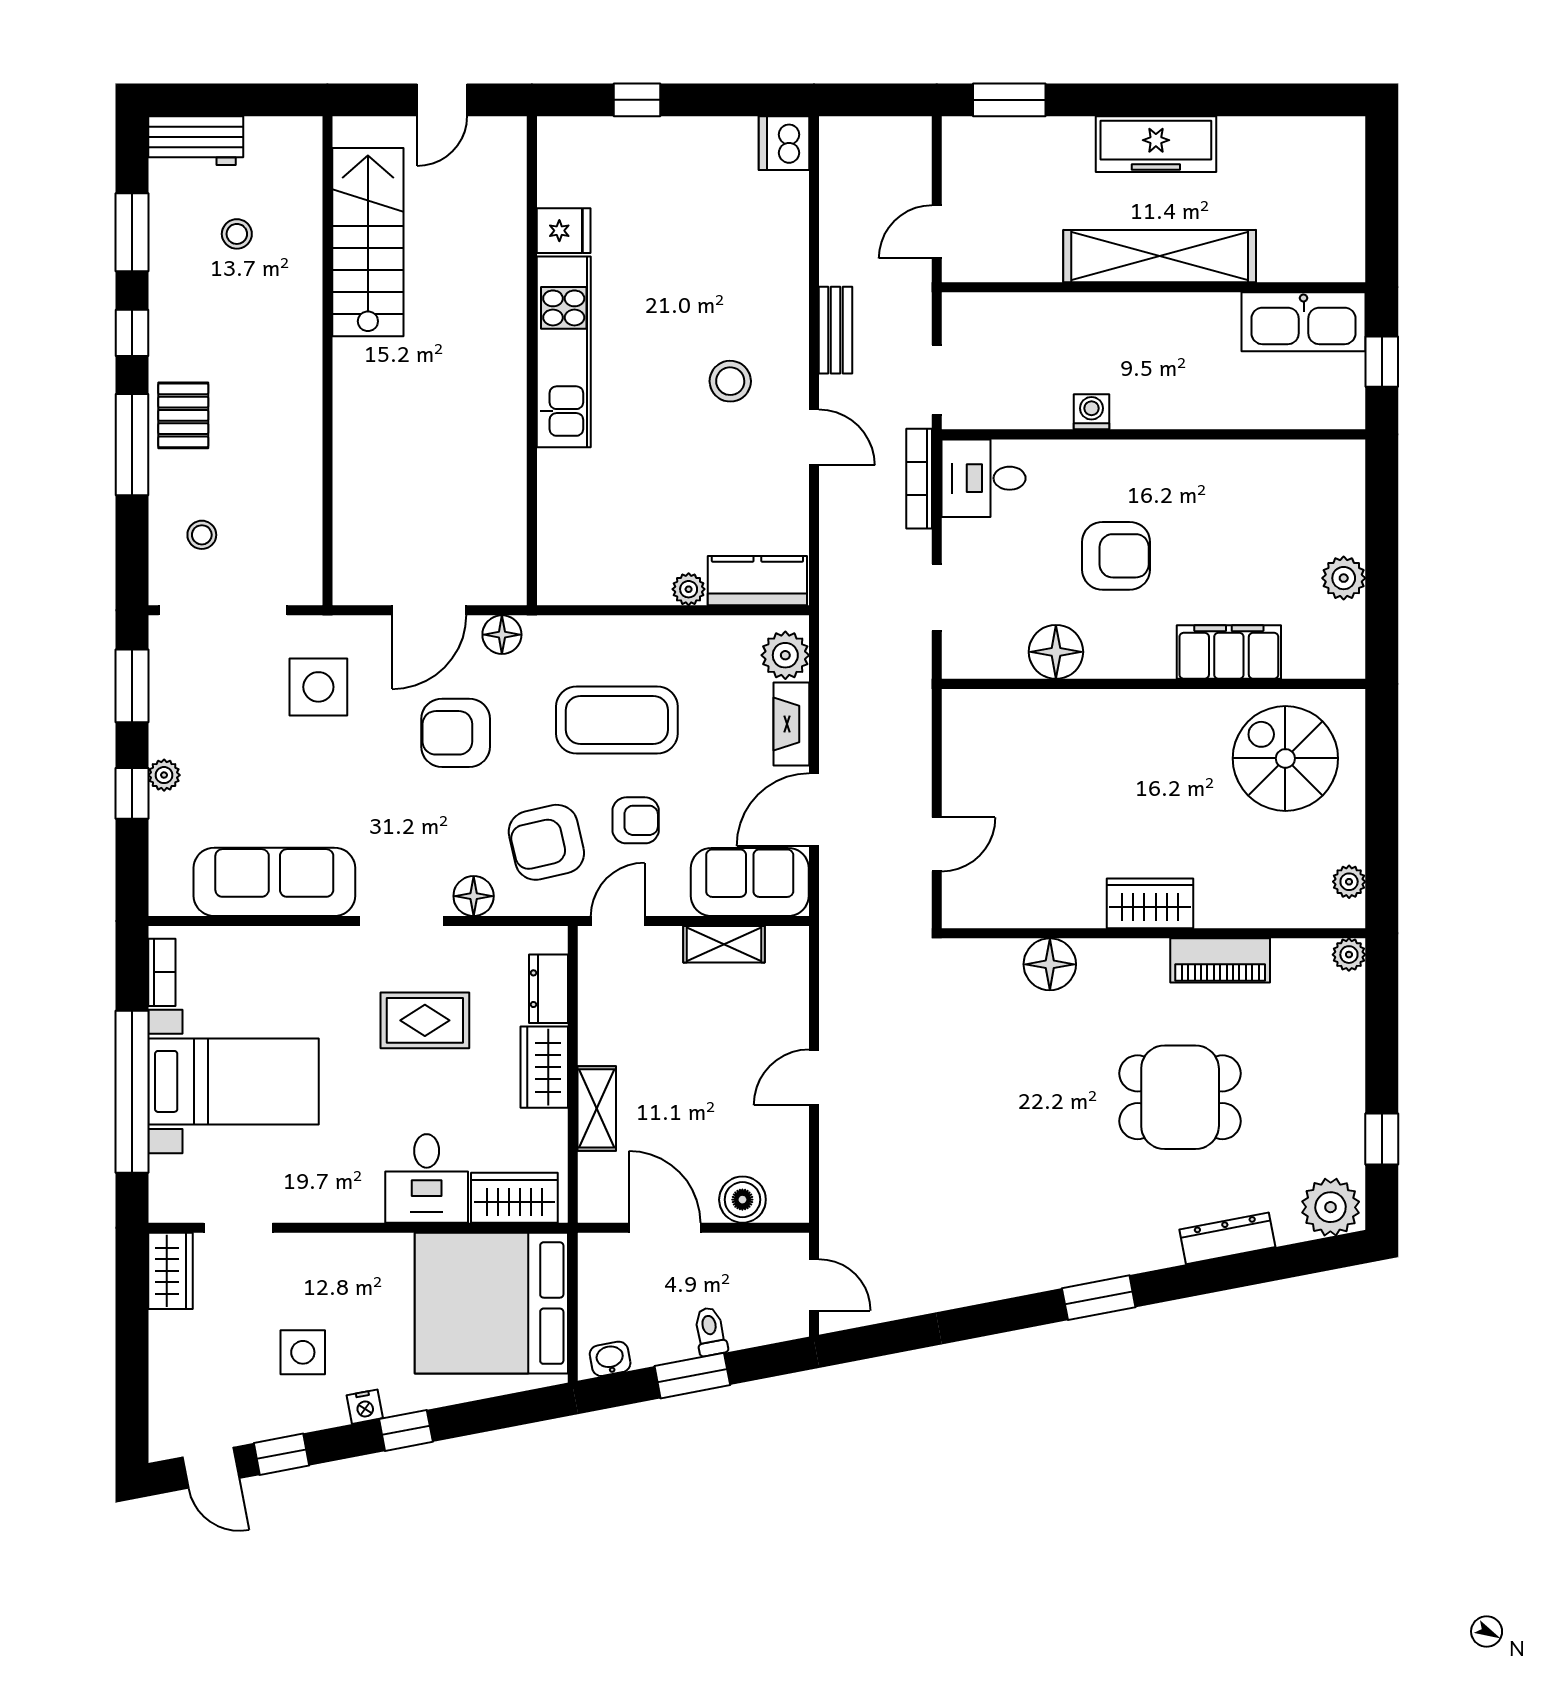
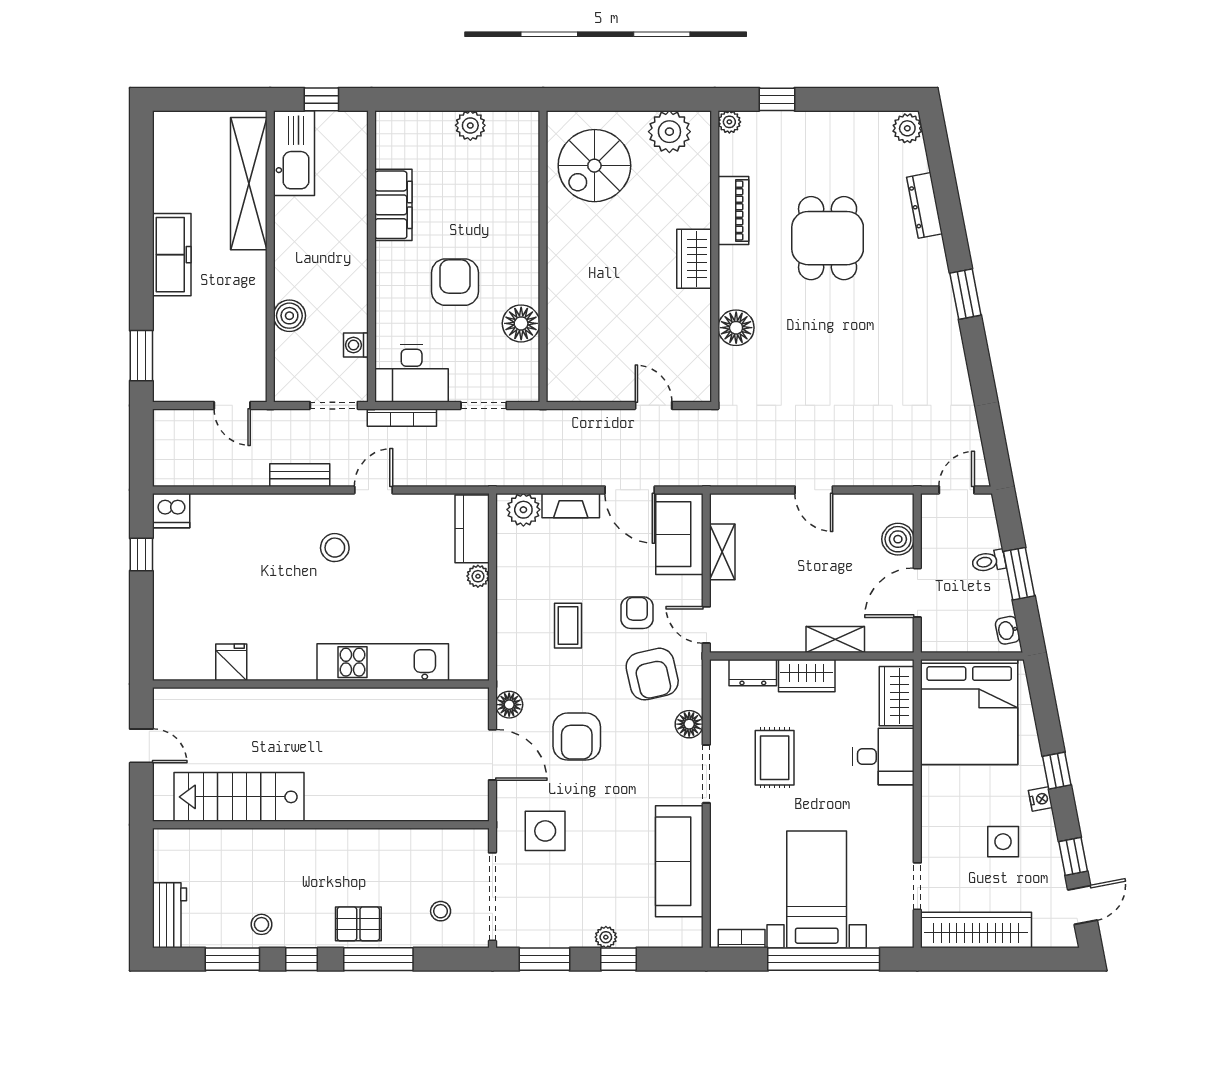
window: (637, 100) -> (141, 554), moved
stool: (237, 234) -> (262, 924), moved
shelving: (1160, 256) -> (249, 184), moved
boiler: (1067, 315) -> (289, 316), added
kitchen unit: (564, 352) -> (383, 662), moved
washing machine: (1091, 412) -> (356, 345), moved
desk: (984, 478) -> (412, 373), width x1.37
filing cabinet: (1229, 652) -> (393, 205), moved, turned 180
coffee table: (617, 720) -> (568, 626), width x0.54, depth x0.58
plant: (1349, 882) -> (669, 132), width x1.88, depth x1.88
window: (1382, 1139) -> (777, 99), moved
plant: (1331, 1207) -> (907, 128), width x0.73, depth x0.73
wardrobe: (170, 1271) -> (976, 930), width x2.10, depth x1.17

